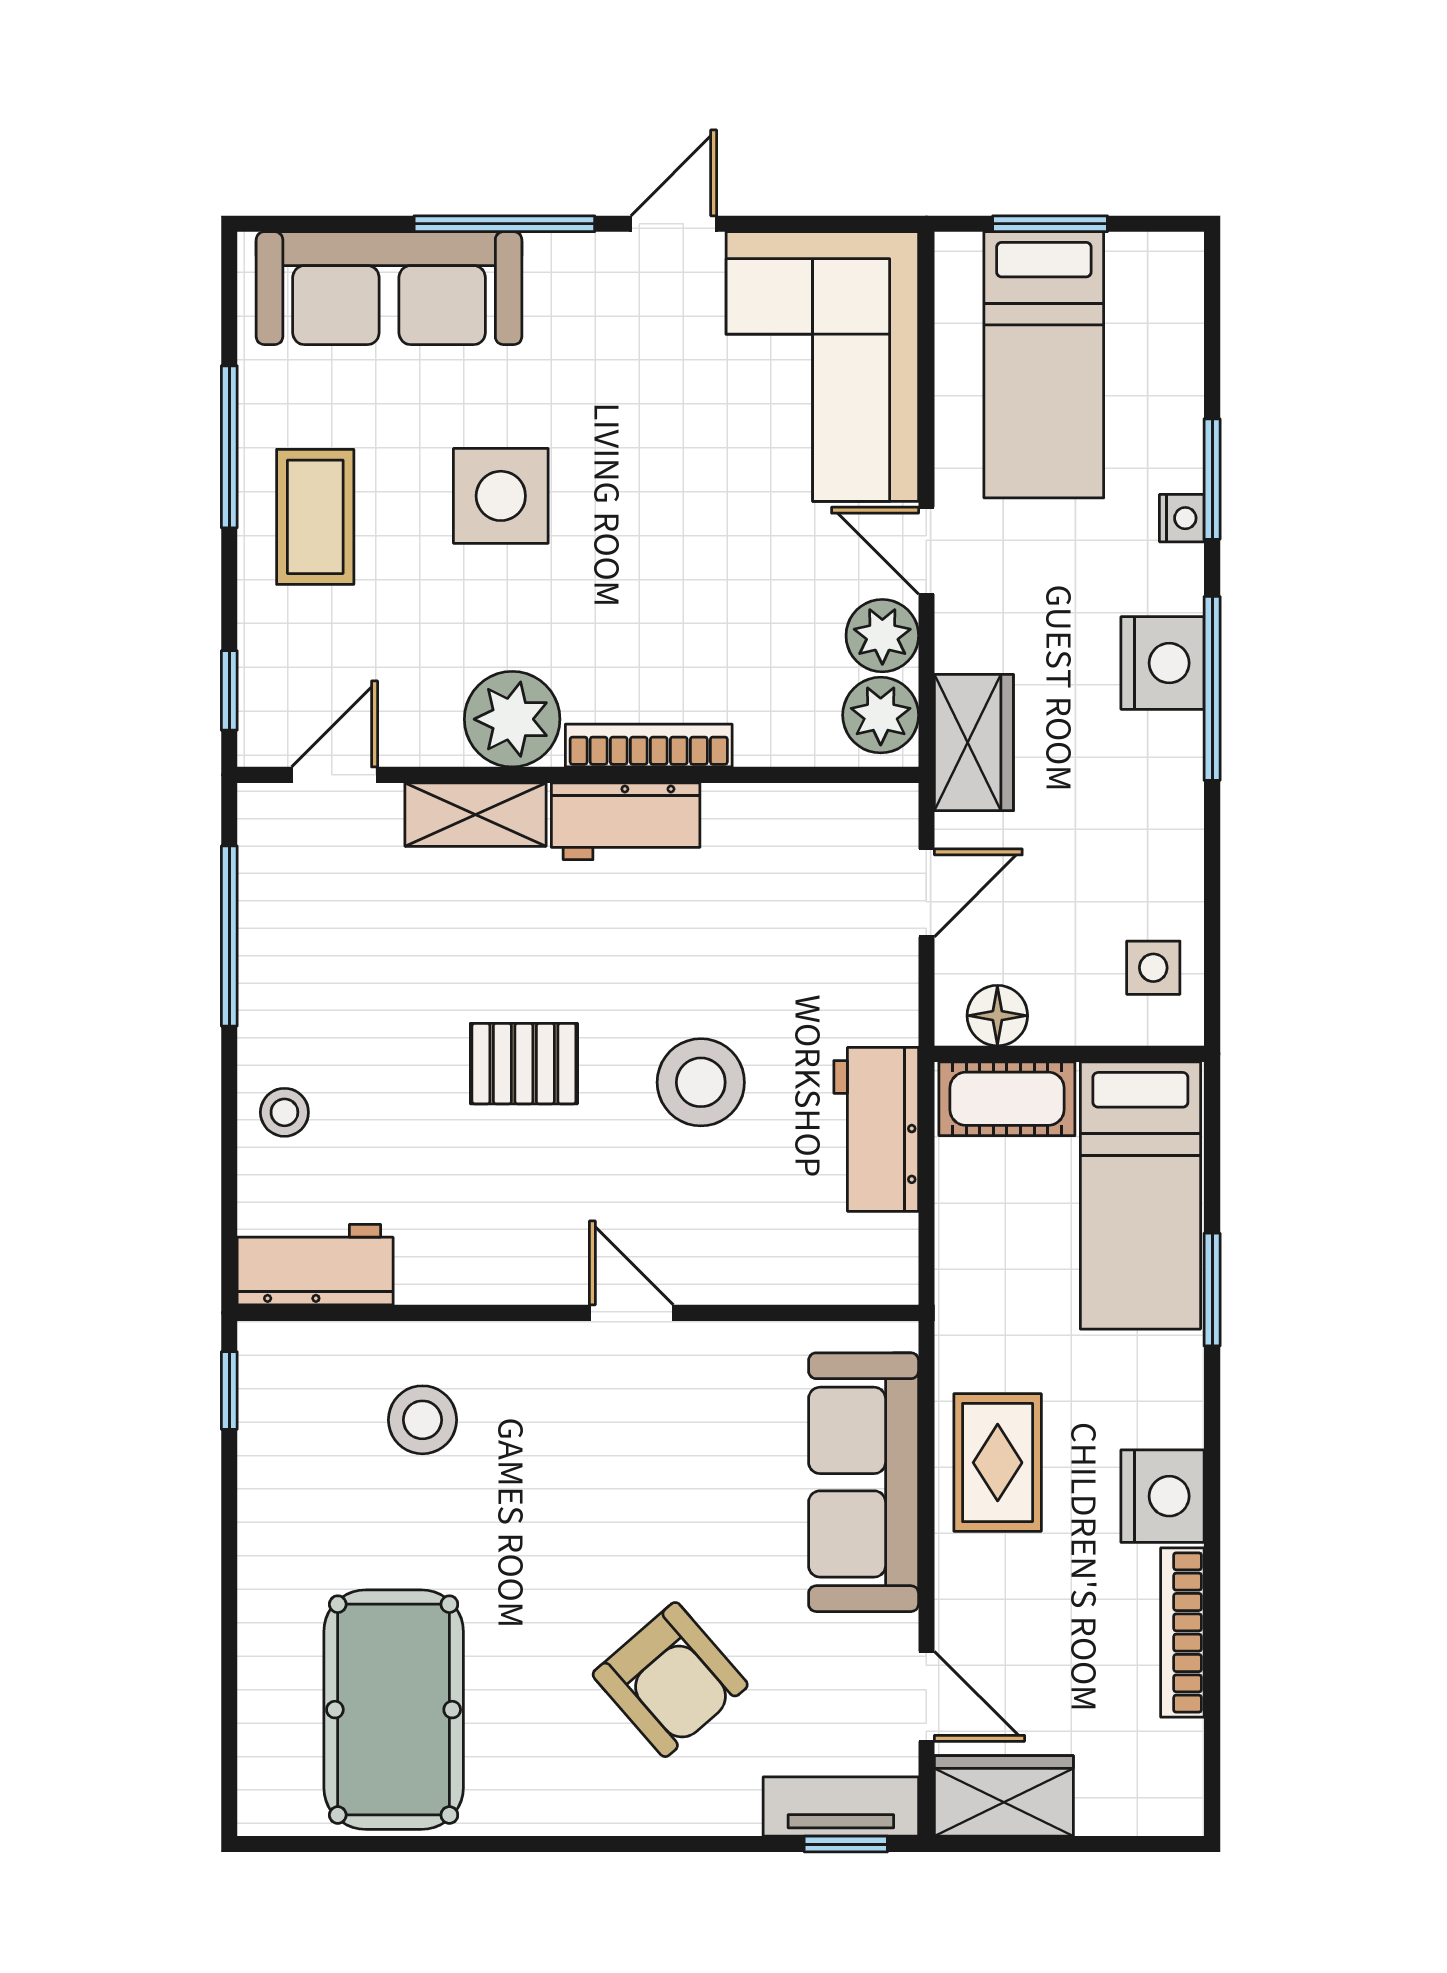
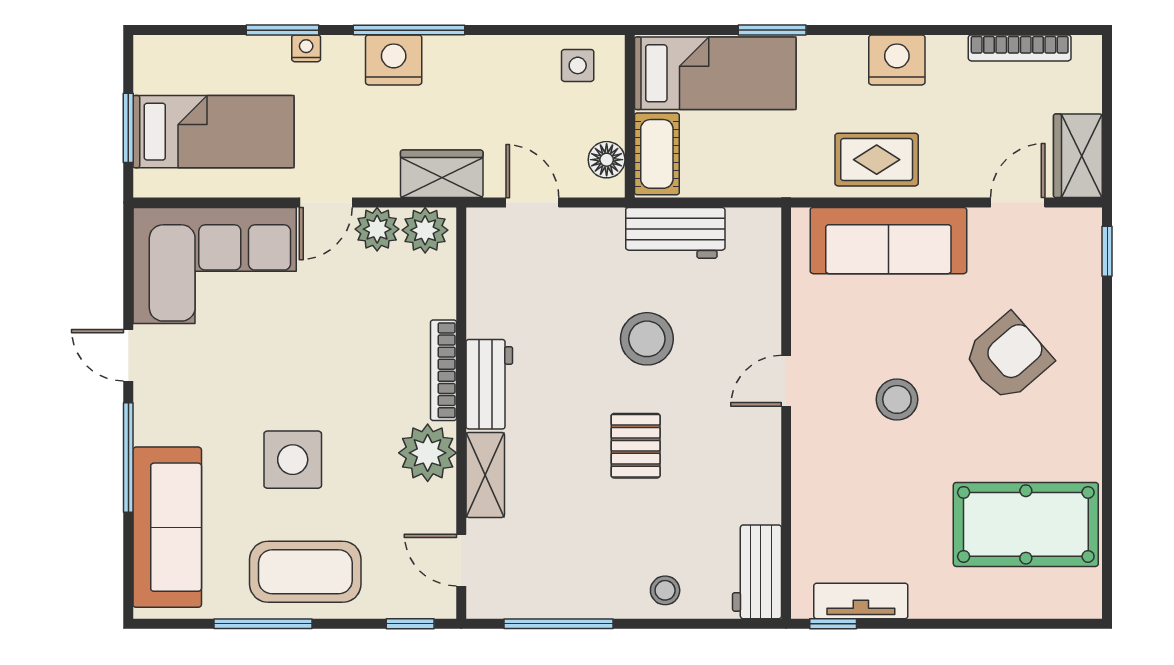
coffee table: (315, 517) -> (305, 572), width x1.36, depth x1.32
stool: (422, 1420) -> (897, 399), moved
bookcase: (1182, 1632) -> (1020, 48), moved
tv unit: (841, 1806) -> (861, 601), moved, turned 90

